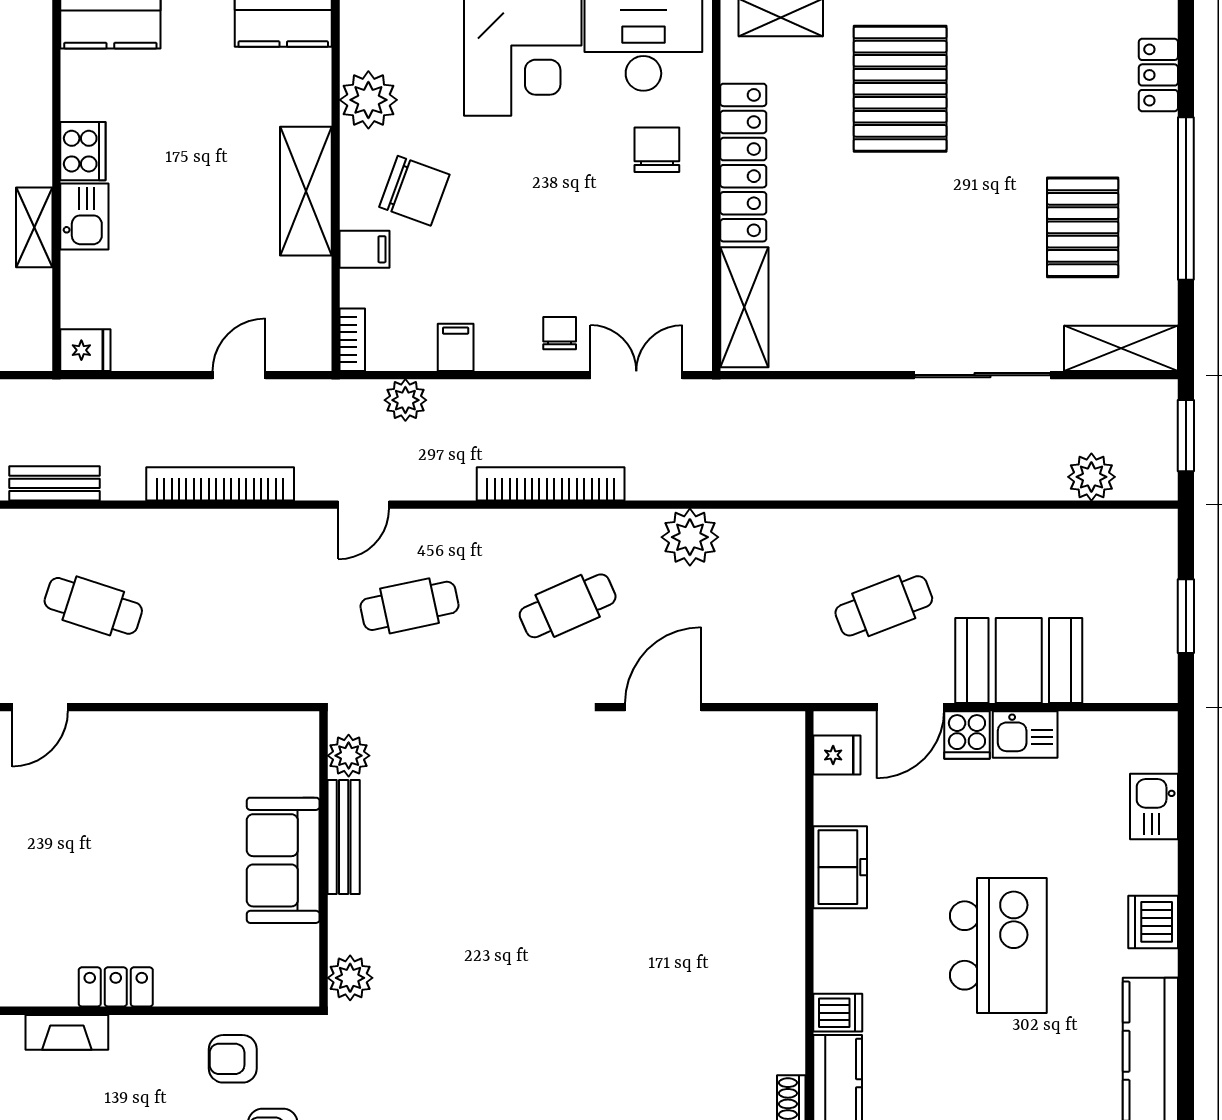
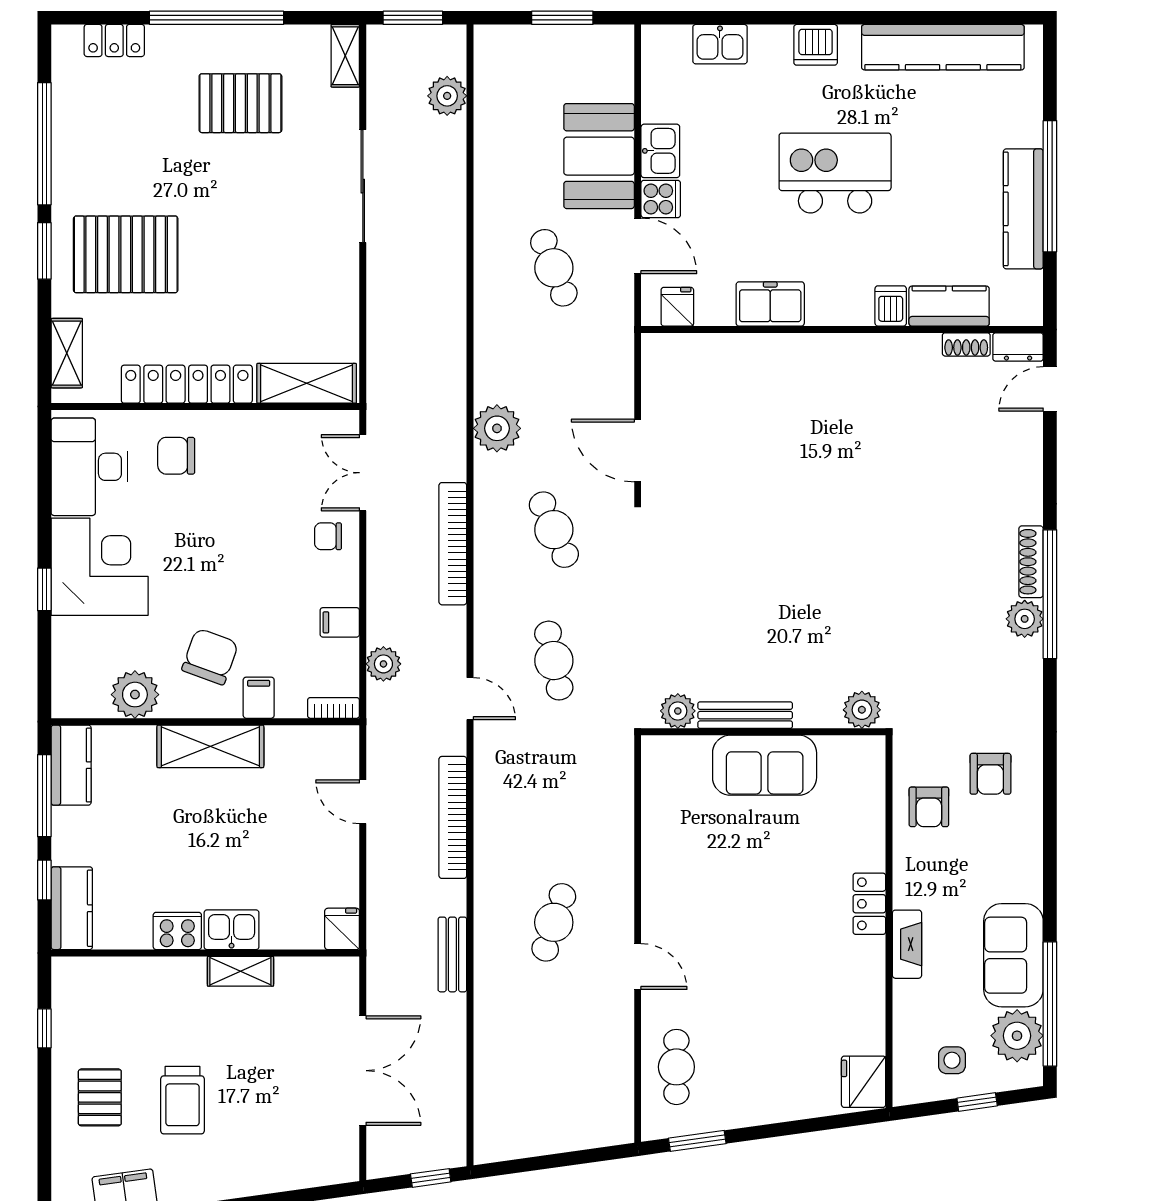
shelving: (1121, 348) -> (345, 56), width x0.67, depth x0.75

